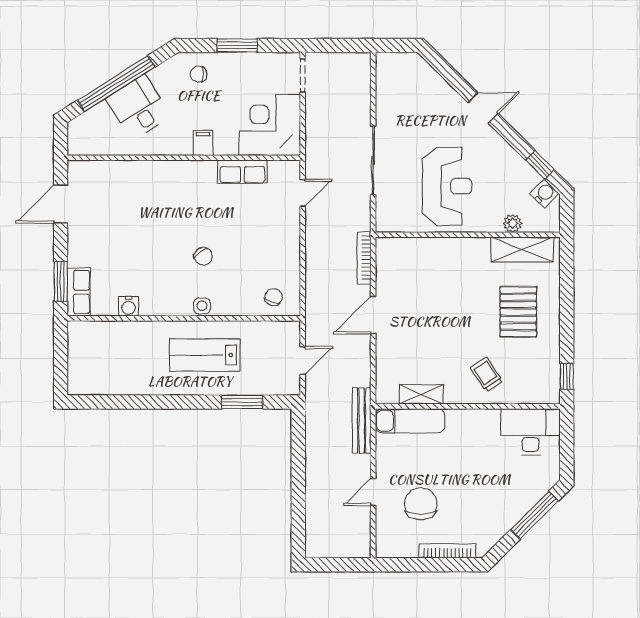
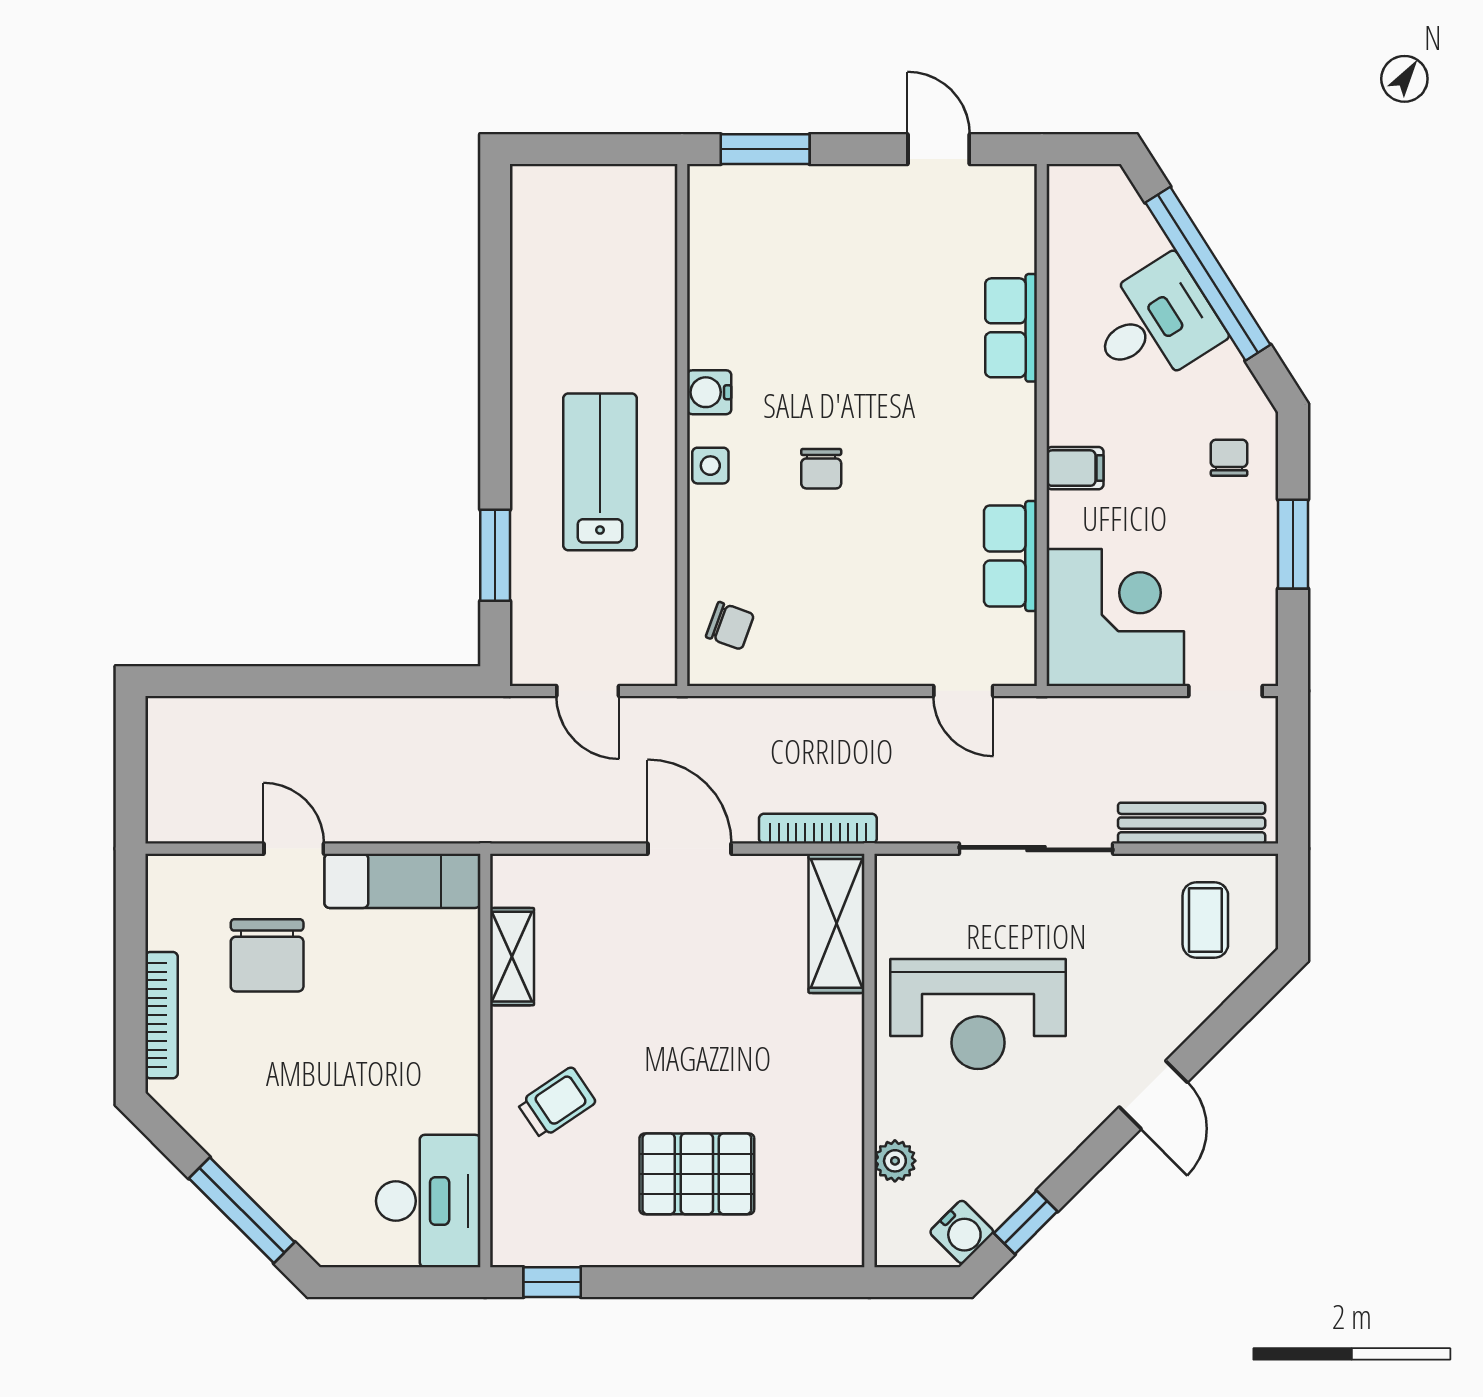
coffee table: (405, 85) -> (1205, 920), added
door: (61, 204) -> (939, 149), width x0.73
shelving: (522, 249) -> (837, 923), moved
chair: (203, 256) -> (821, 469), turned -52
row of seats: (79, 292) -> (1011, 328), moved, turned 90
water cooler: (129, 306) -> (709, 392), moved
bench: (362, 420) -> (1192, 823), moved
exam couch: (410, 421) -> (402, 881), moved, turned -90
chair: (421, 504) -> (267, 955), turned 90

